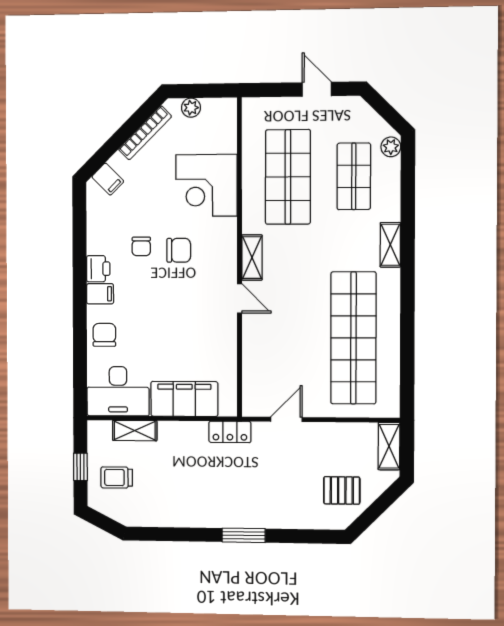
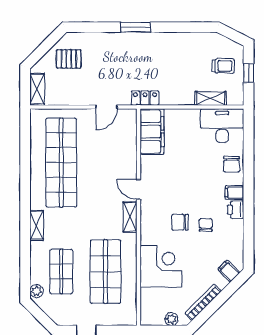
filing cabinet: (184, 399) -> (152, 132), moved, turned -90

